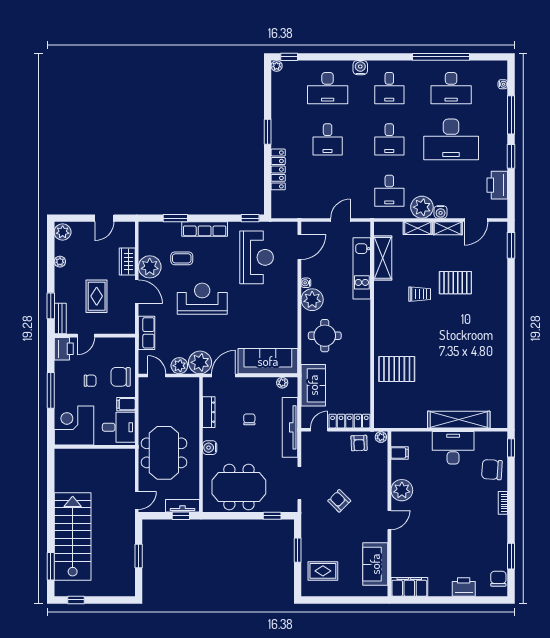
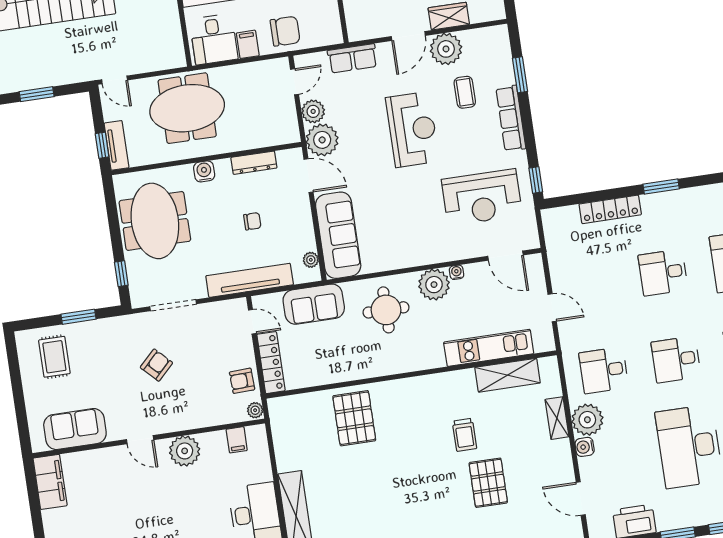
shelving: (448, 228) -> (563, 460), removed
chair: (121, 377) -> (285, 31), turned 90

